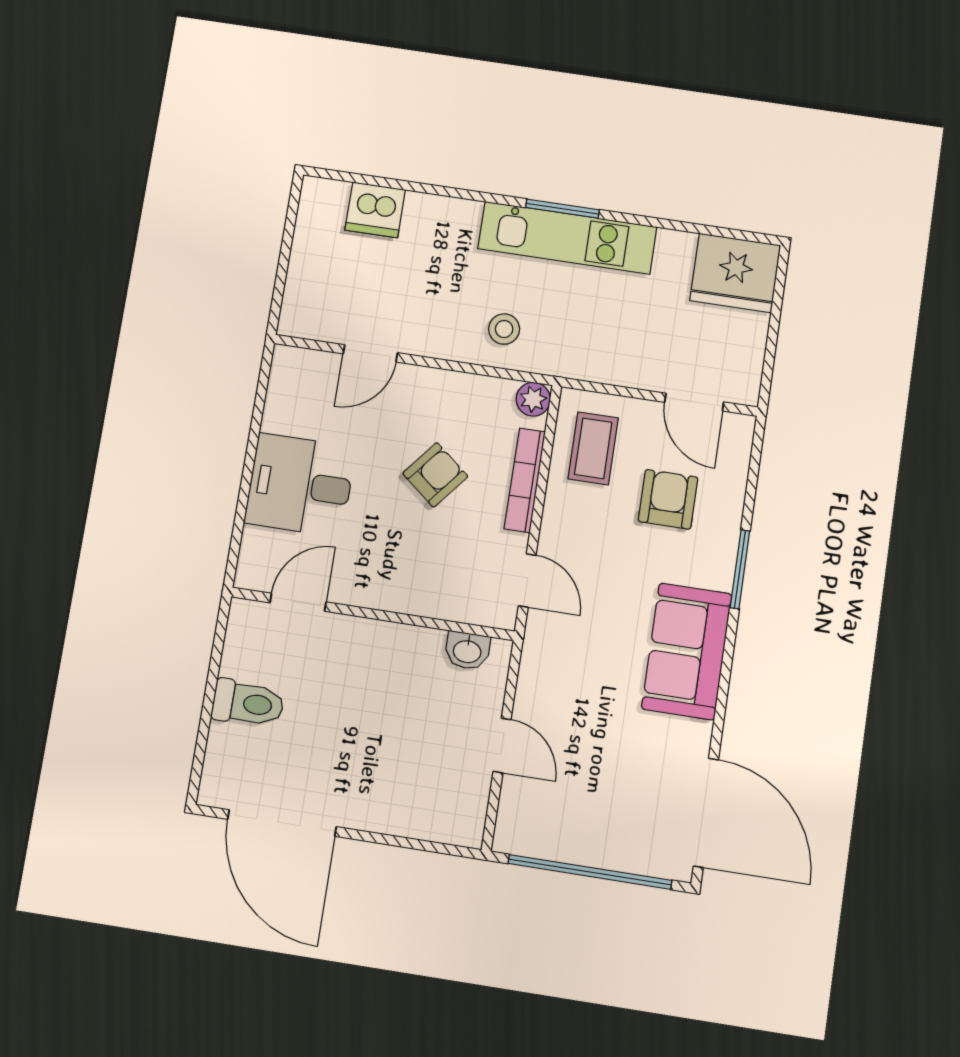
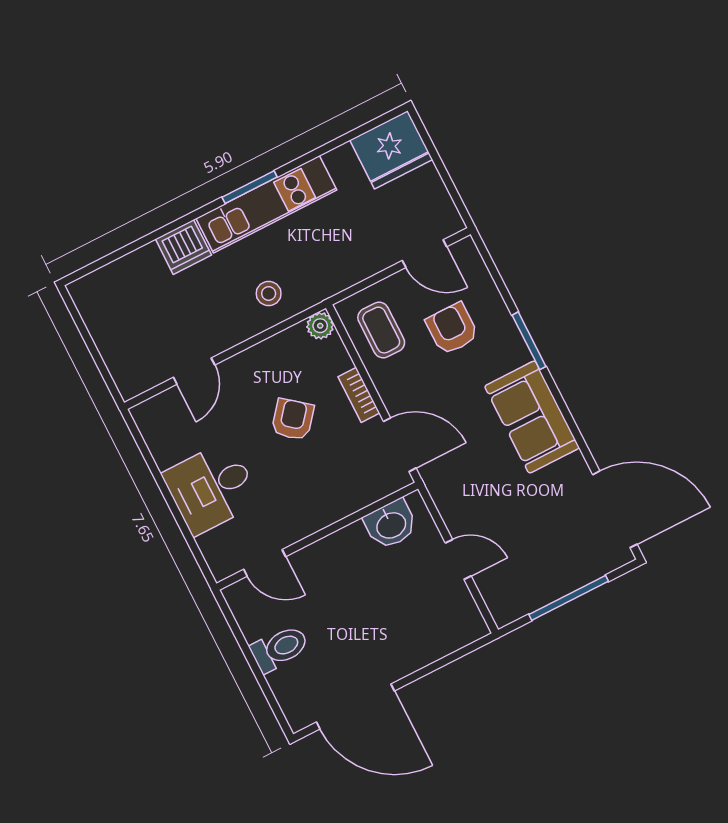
dishwasher: (375, 210) -> (183, 247), moved
bookcase: (525, 480) -> (359, 395), width x0.64
door: (527, 581) -> (400, 445), width x1.38
door: (298, 602) -> (265, 563), swing flipped
washbasin: (467, 651) -> (391, 524), width x1.38, depth x1.45
window: (590, 872) -> (569, 598), width x0.68

